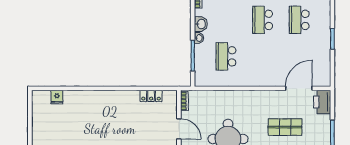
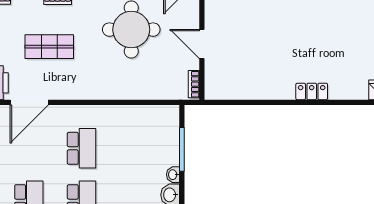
school desk: (226, 56) -> (82, 148), moved
locker: (151, 96) -> (312, 91), moved

